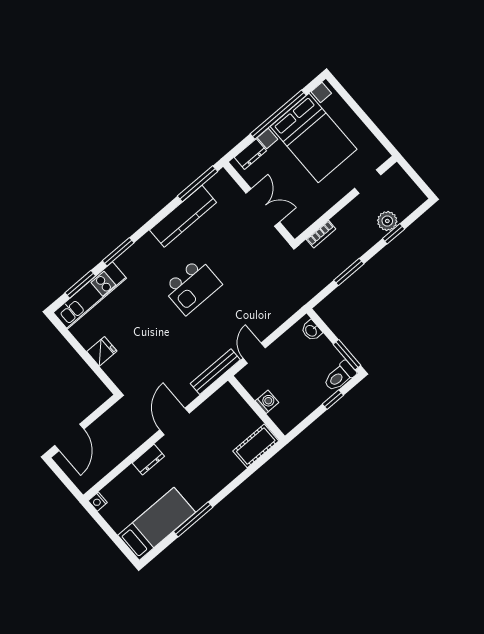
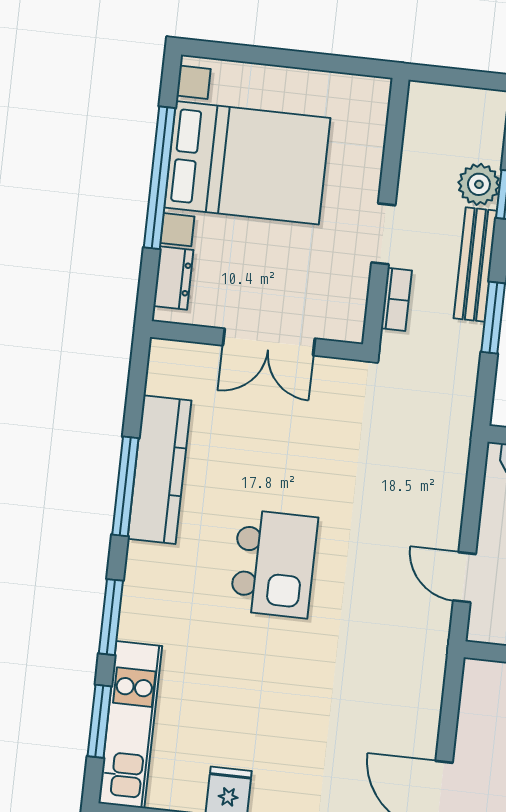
doorway: (368, 181) -> (383, 234), moved
window: (197, 184) -> (125, 486), moved
double door: (263, 207) -> (269, 342), swing flipped
bench: (215, 372) -> (475, 264), moved

